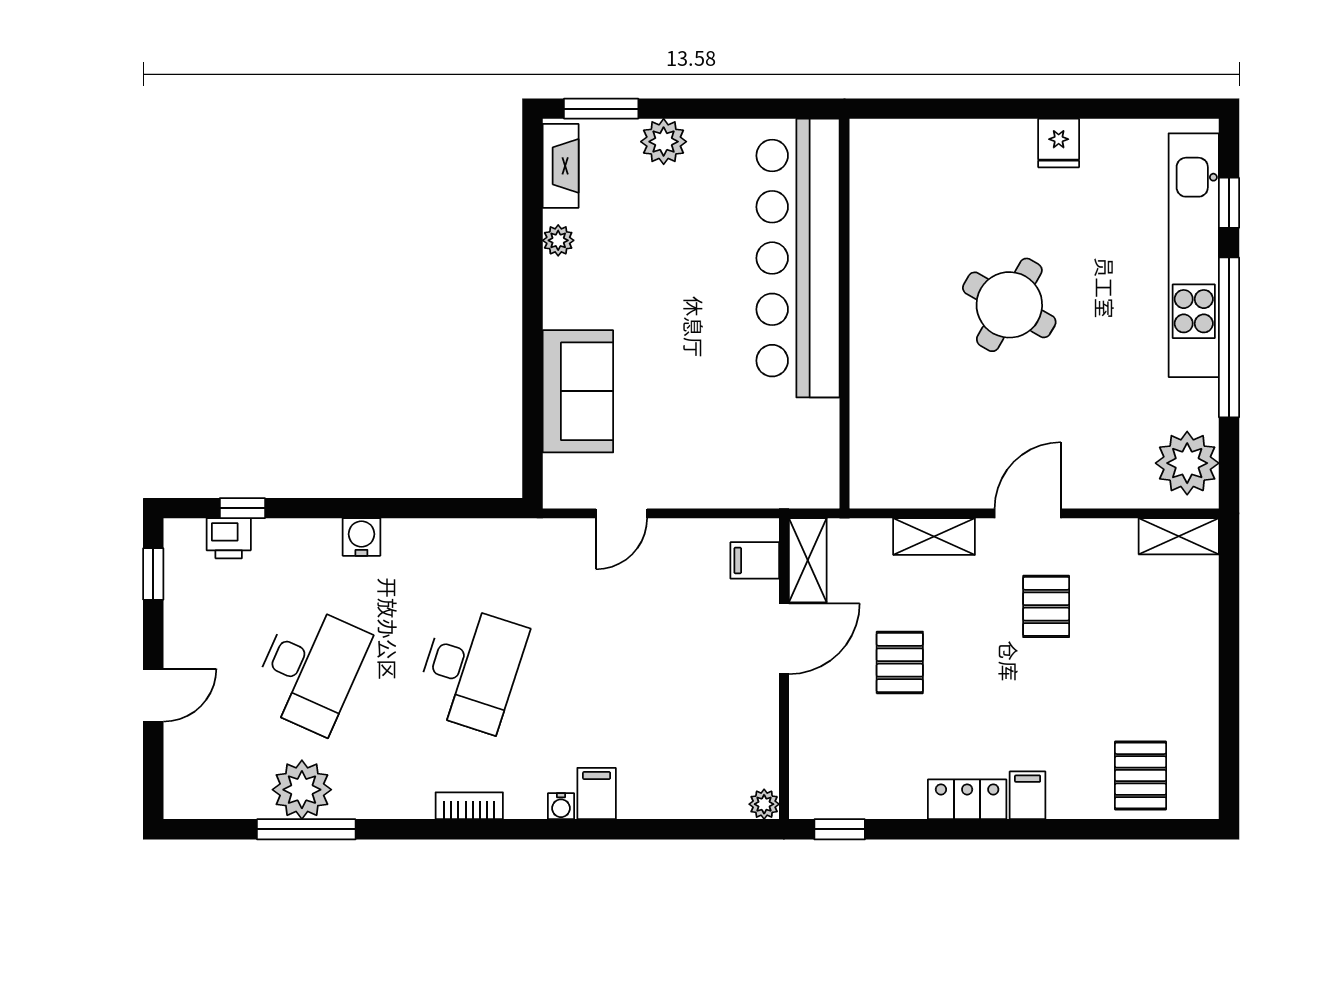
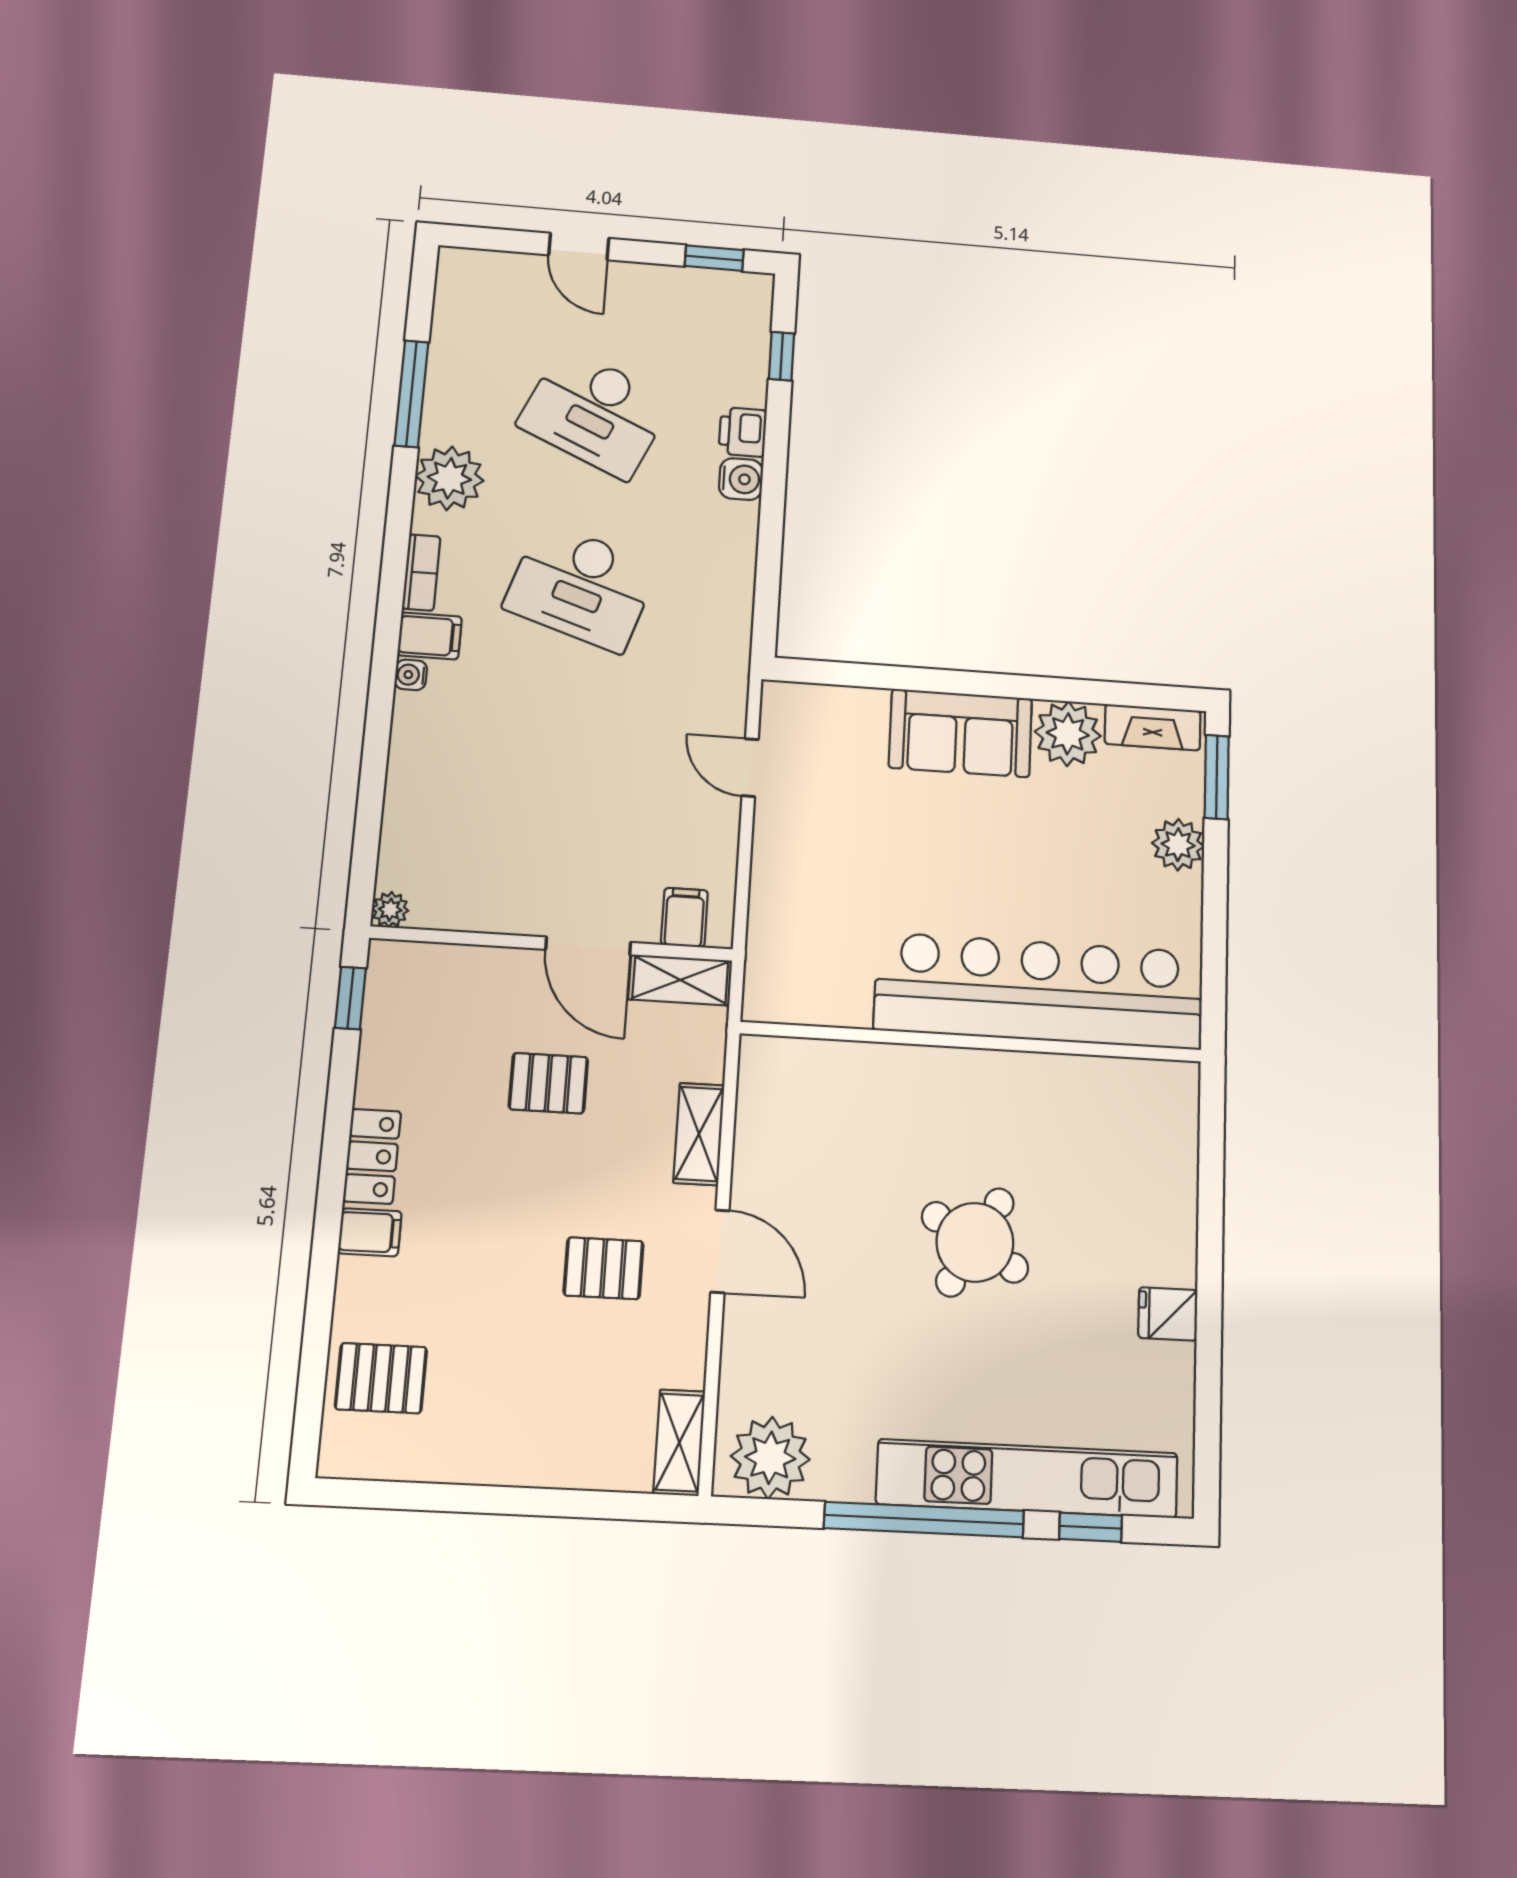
plant: (558, 240) -> (1068, 734), width x1.87, depth x1.87
sofa: (578, 391) -> (961, 733), moved
printer: (229, 538) -> (743, 432), moved
plant: (302, 790) -> (449, 478), moved
filing cabinet: (597, 794) -> (430, 636), moved

